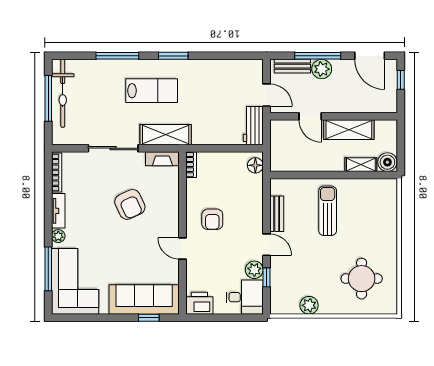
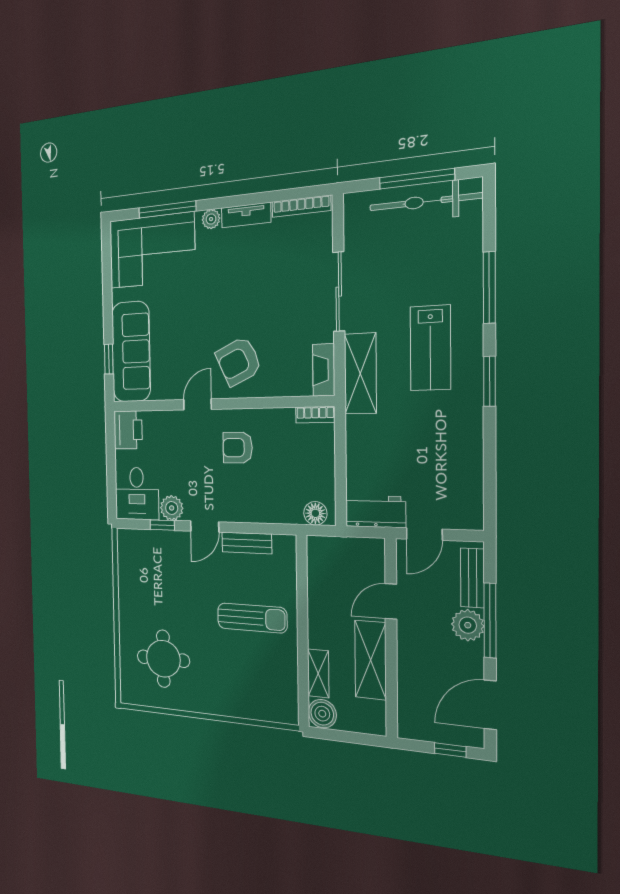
armchair: (130, 204) -> (239, 361), moved
plant: (309, 305) -> (129, 583), removed

